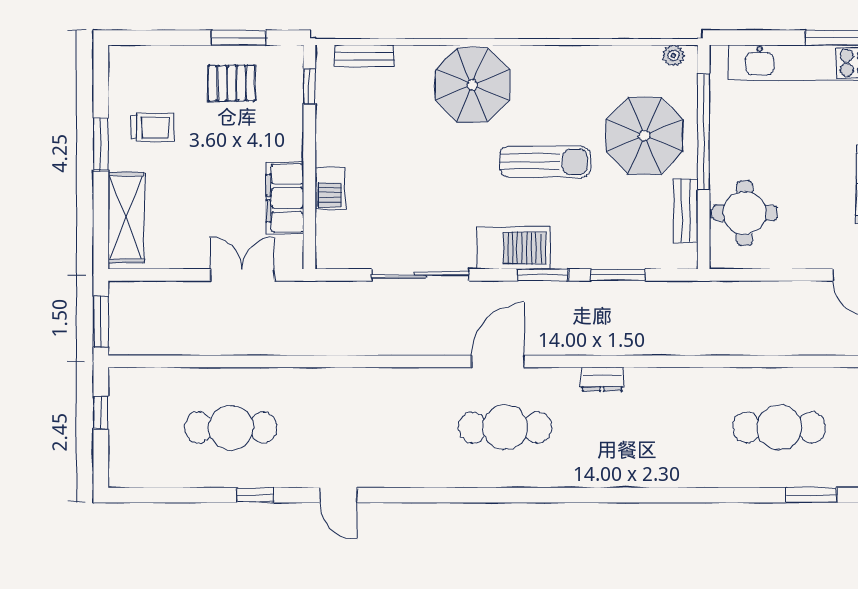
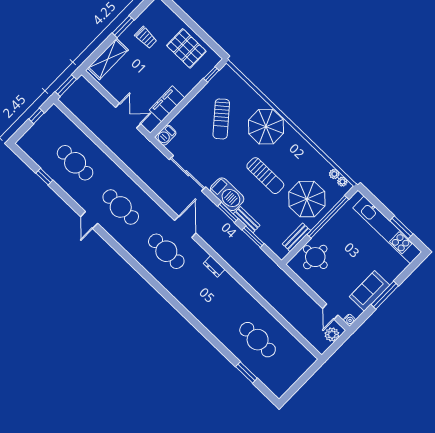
window: (239, 38) -> (203, 36), removed
bench: (364, 56) -> (247, 220), moved
plant: (649, 56) -> (334, 174), added
pallet: (232, 83) -> (186, 48), width x1.50, depth x1.42
sun lounger: (391, 140) -> (221, 119), added
barbecue: (330, 189) -> (166, 135), moved
door: (498, 361) -> (185, 227), hinge flipped
cafe table: (368, 427) -> (121, 207), added
window: (255, 495) -> (44, 177), moved

